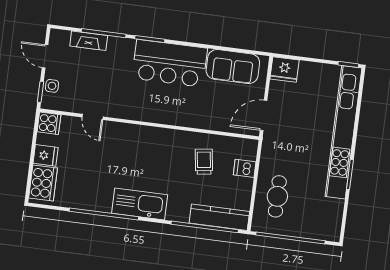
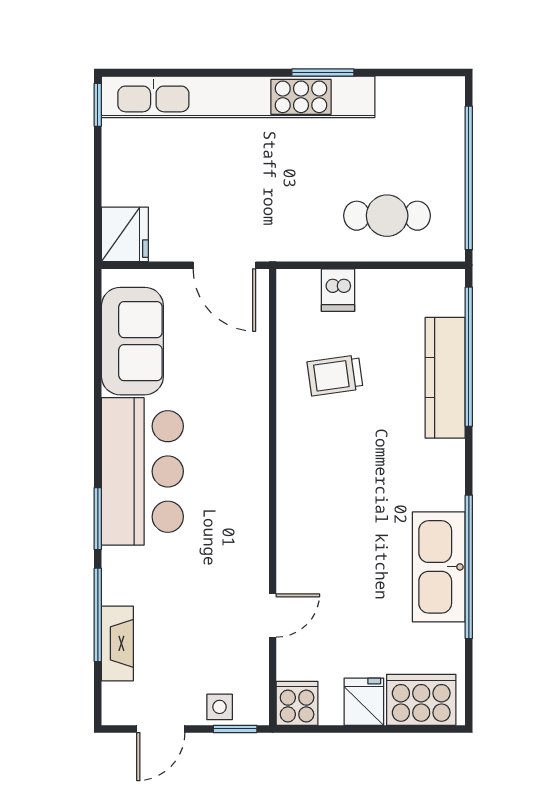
kitchen sink: (140, 204) -> (439, 567), moved
kitchen counter: (219, 217) -> (445, 378), moved

